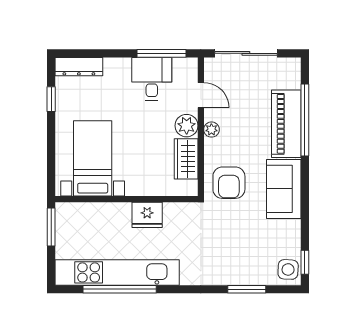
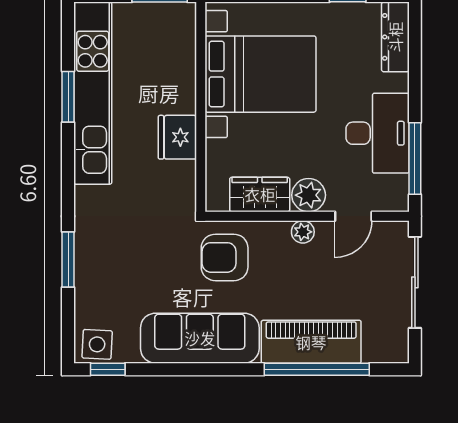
desk: (152, 79) -> (378, 133), width x1.37
bed with nightstands: (93, 158) -> (260, 74), width x1.36
sofa: (284, 189) -> (200, 338), width x1.36
window: (120, 289) -> (68, 97), width x0.47
window: (247, 289) -> (68, 259), moved

